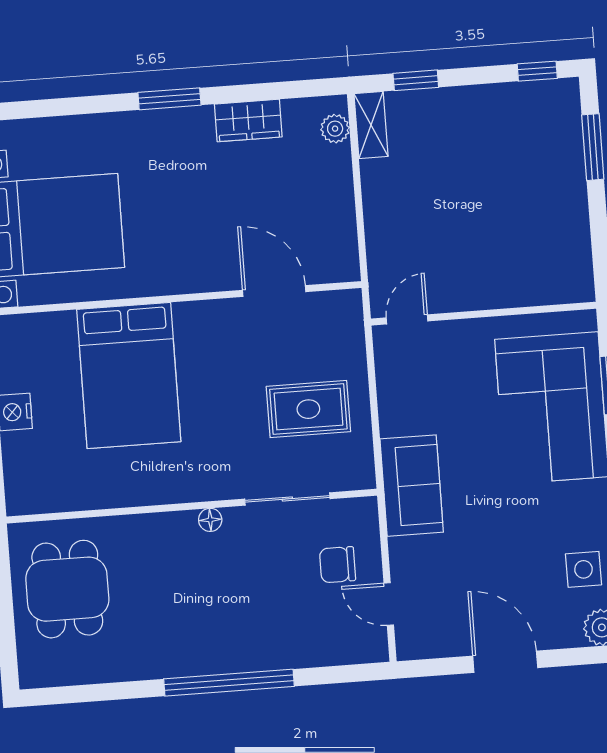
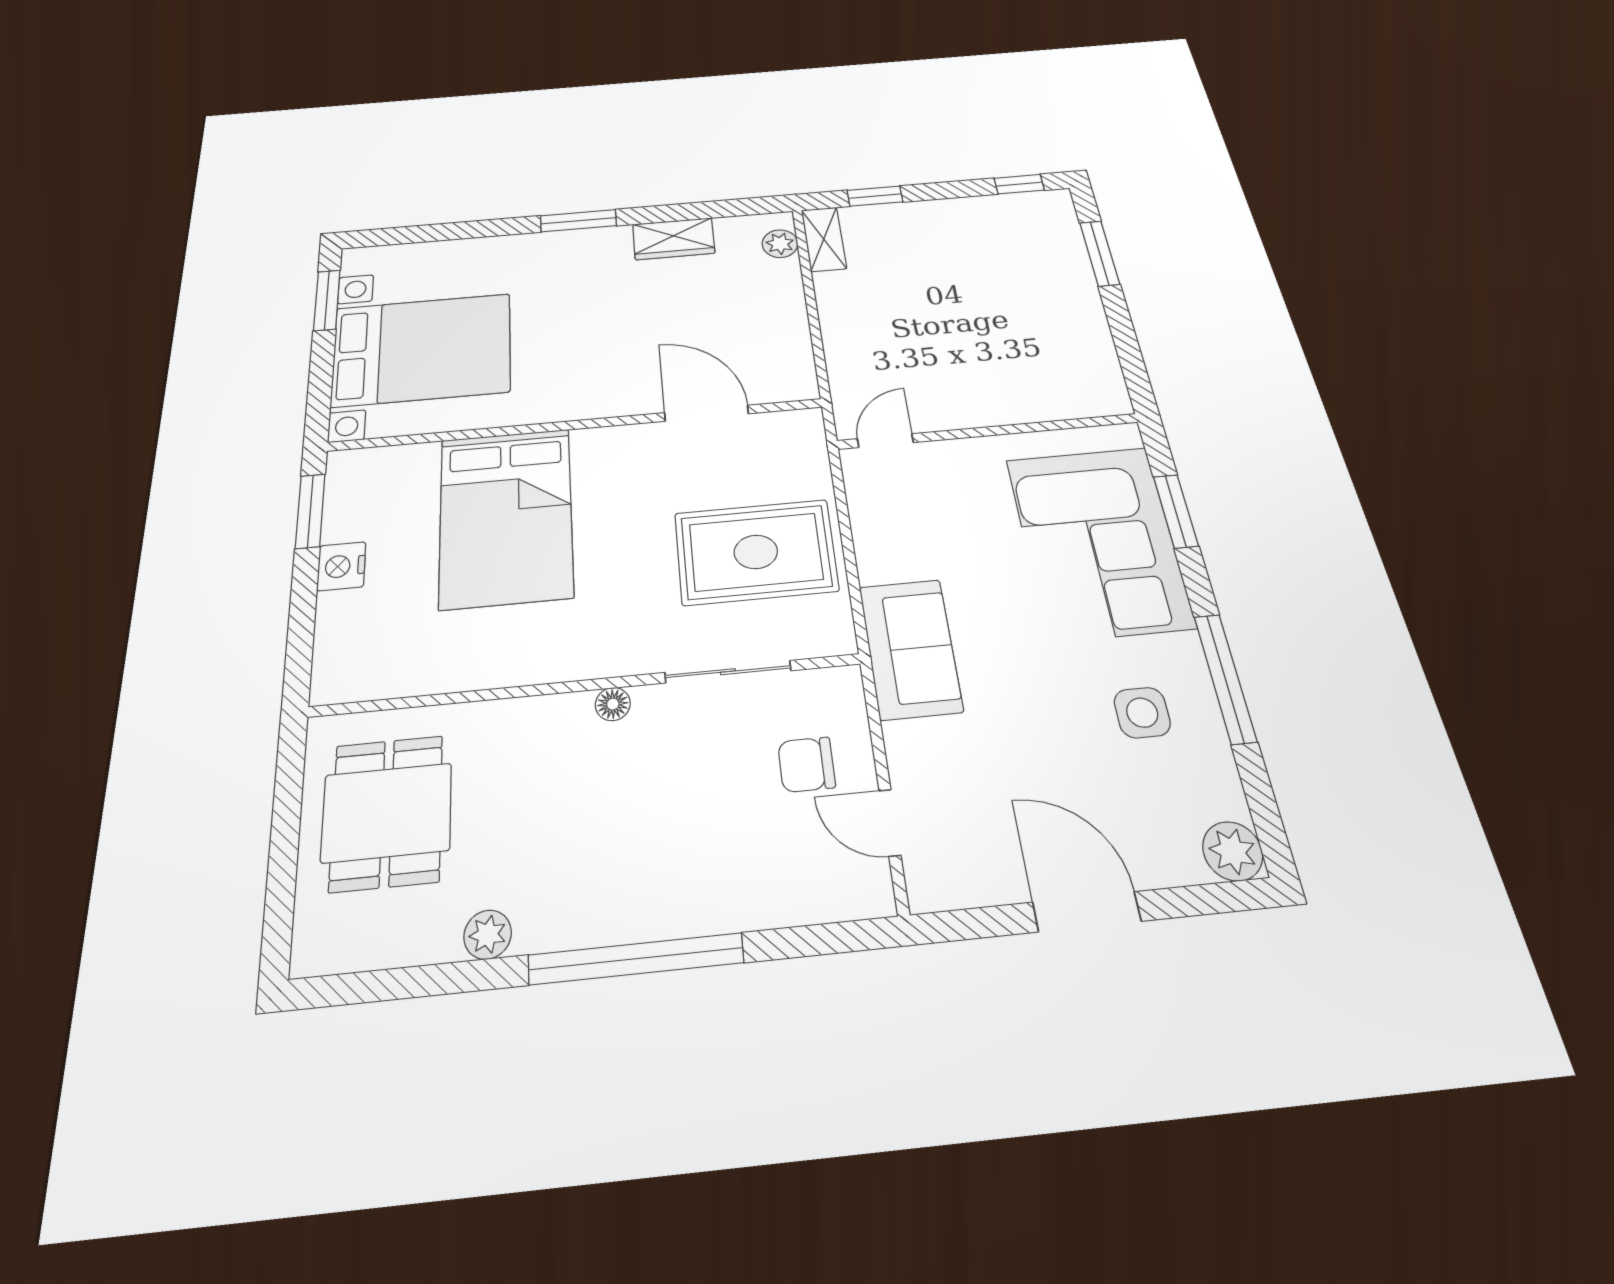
rug: (308, 409) -> (756, 552), width x1.36, depth x1.43
side table: (583, 569) -> (1142, 713), moved
plant: (138, 666) -> (488, 935), added

